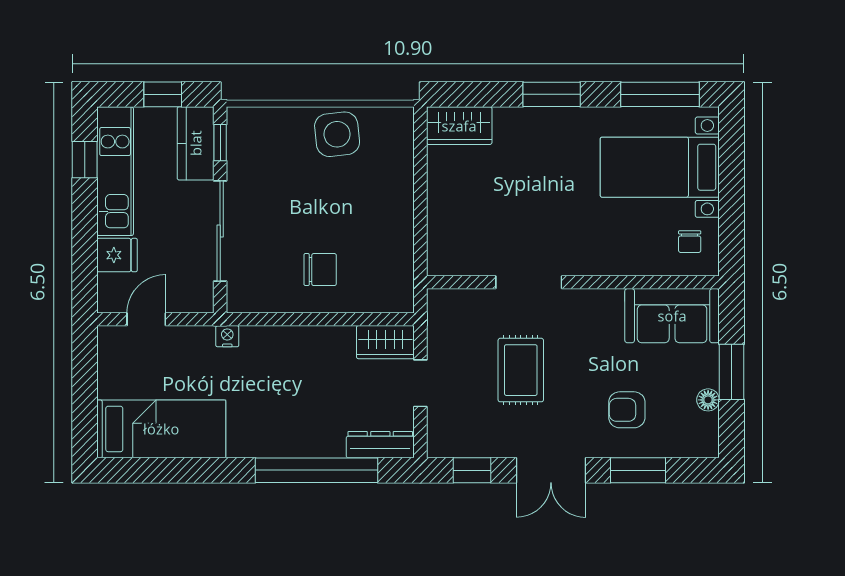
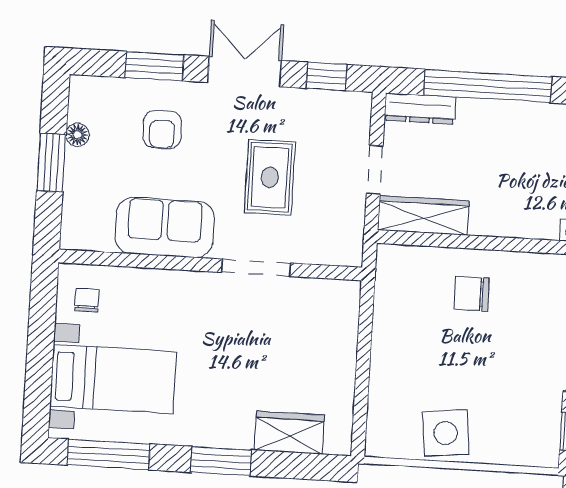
wardrobe: (459, 126) -> (289, 433), moved
sofa: (672, 316) -> (165, 228), moved
wardrobe: (385, 342) -> (423, 215), width x1.50
armchair: (627, 410) -> (162, 129), turned 90

